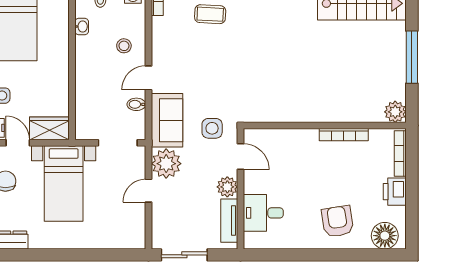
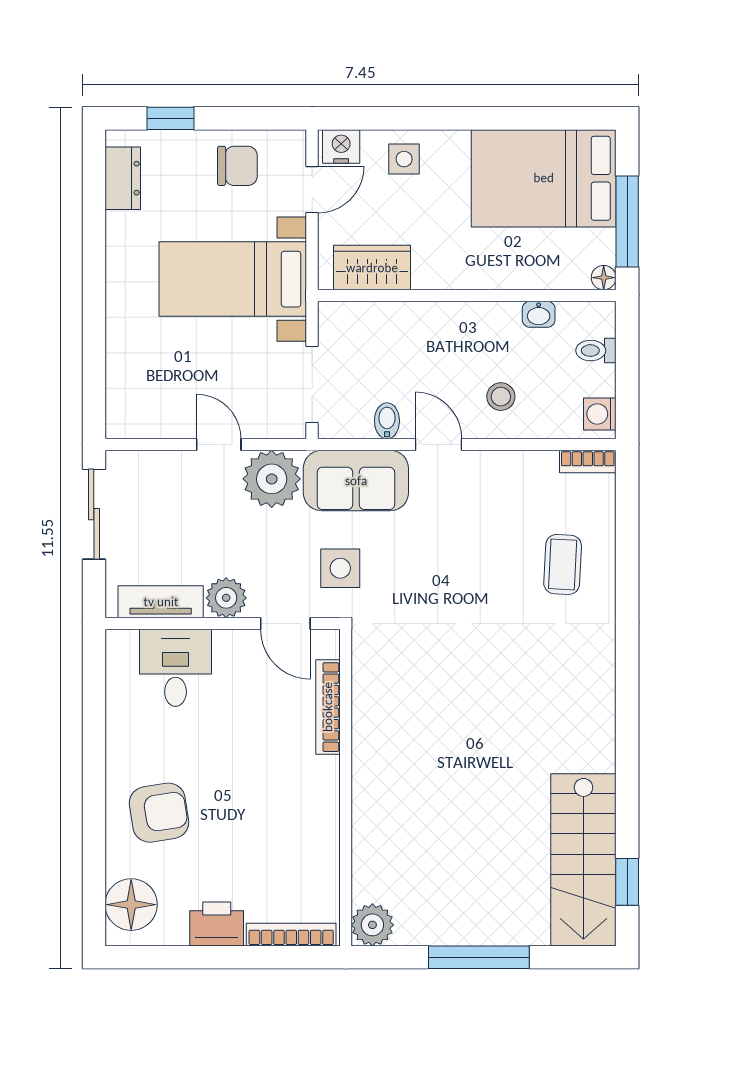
wardrobe: (49, 128) -> (372, 268), moved, turned -90
bookcase: (344, 135) -> (328, 707), moved
door: (240, 156) -> (285, 624), hinge flipped

